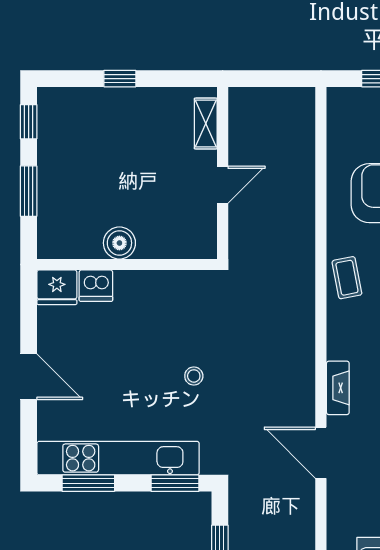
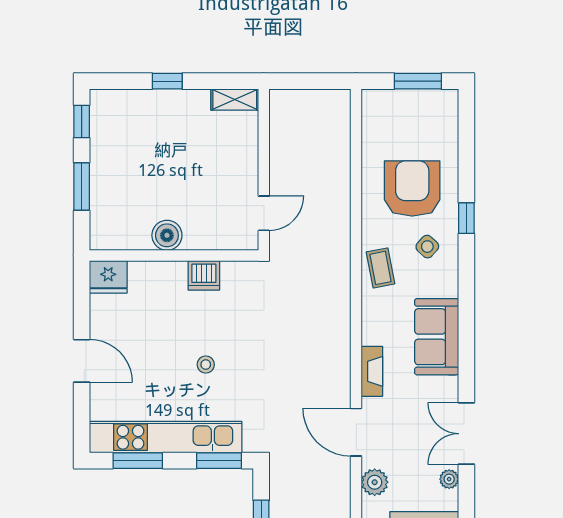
shelving: (206, 124) -> (235, 100), moved, turned 90
door: (223, 185) -> (264, 213), moved
dishwasher: (96, 286) -> (204, 275), moved
stool: (194, 376) -> (206, 365), moved
plant: (341, 506) -> (375, 482), added

